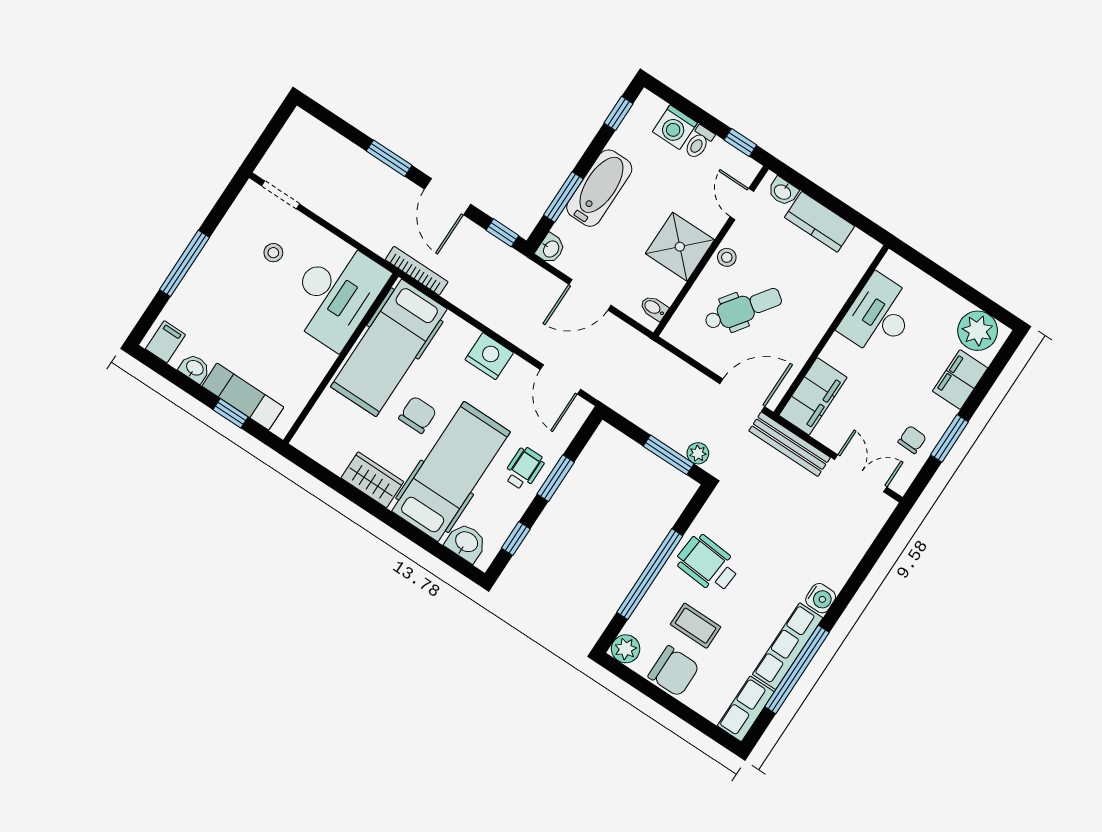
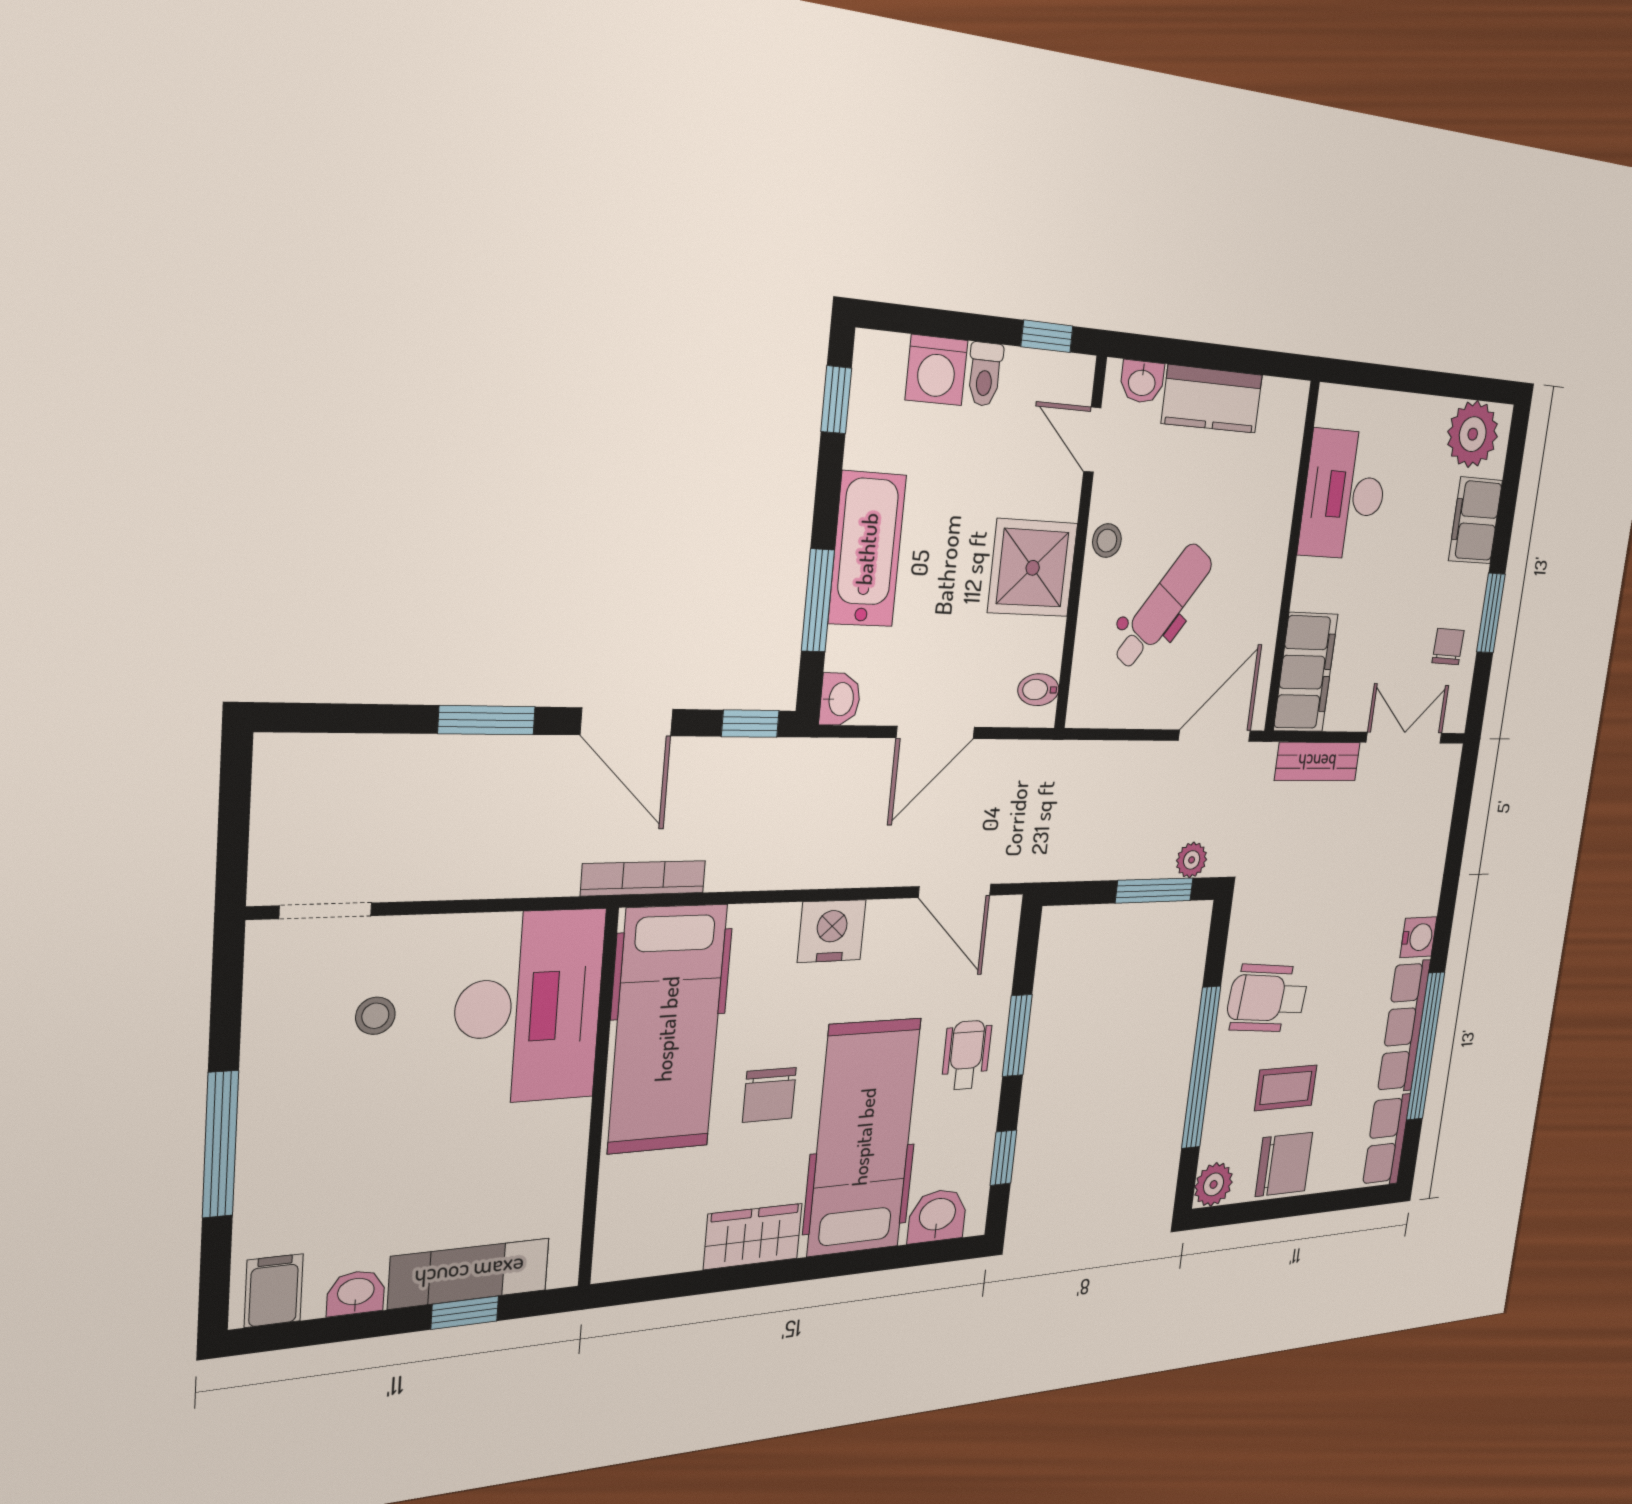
chair: (418, 415) -> (769, 1095), turned 180
bench: (790, 444) -> (1317, 762), width x0.73

